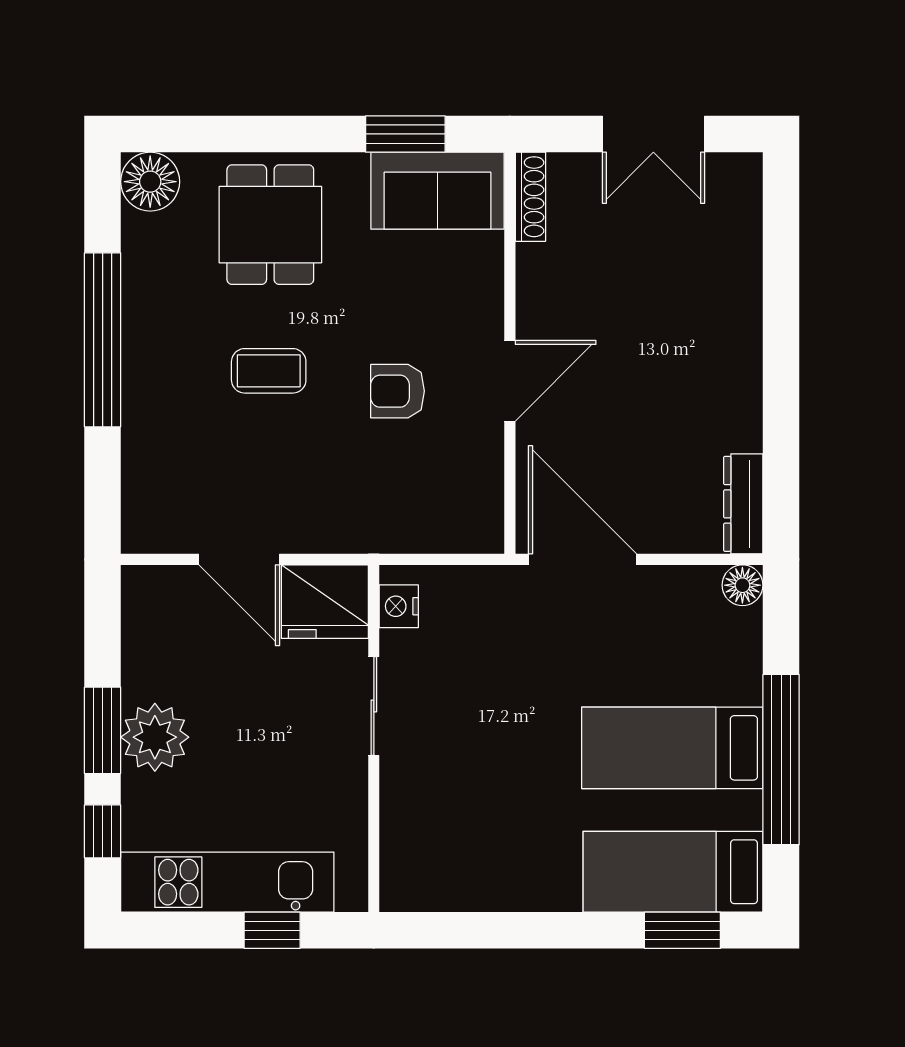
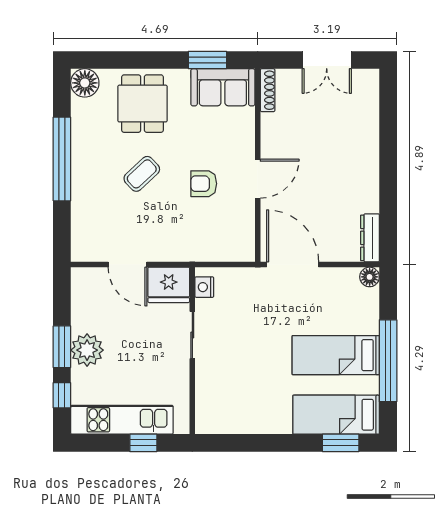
coffee table: (269, 371) -> (142, 174), turned -43

